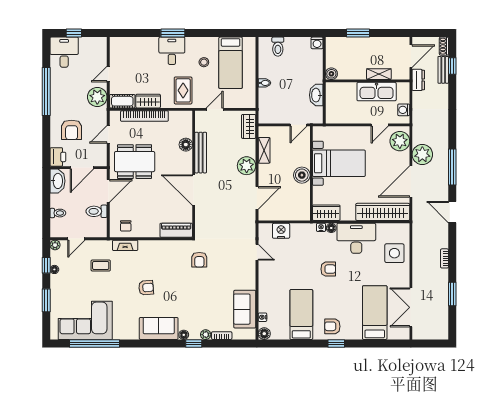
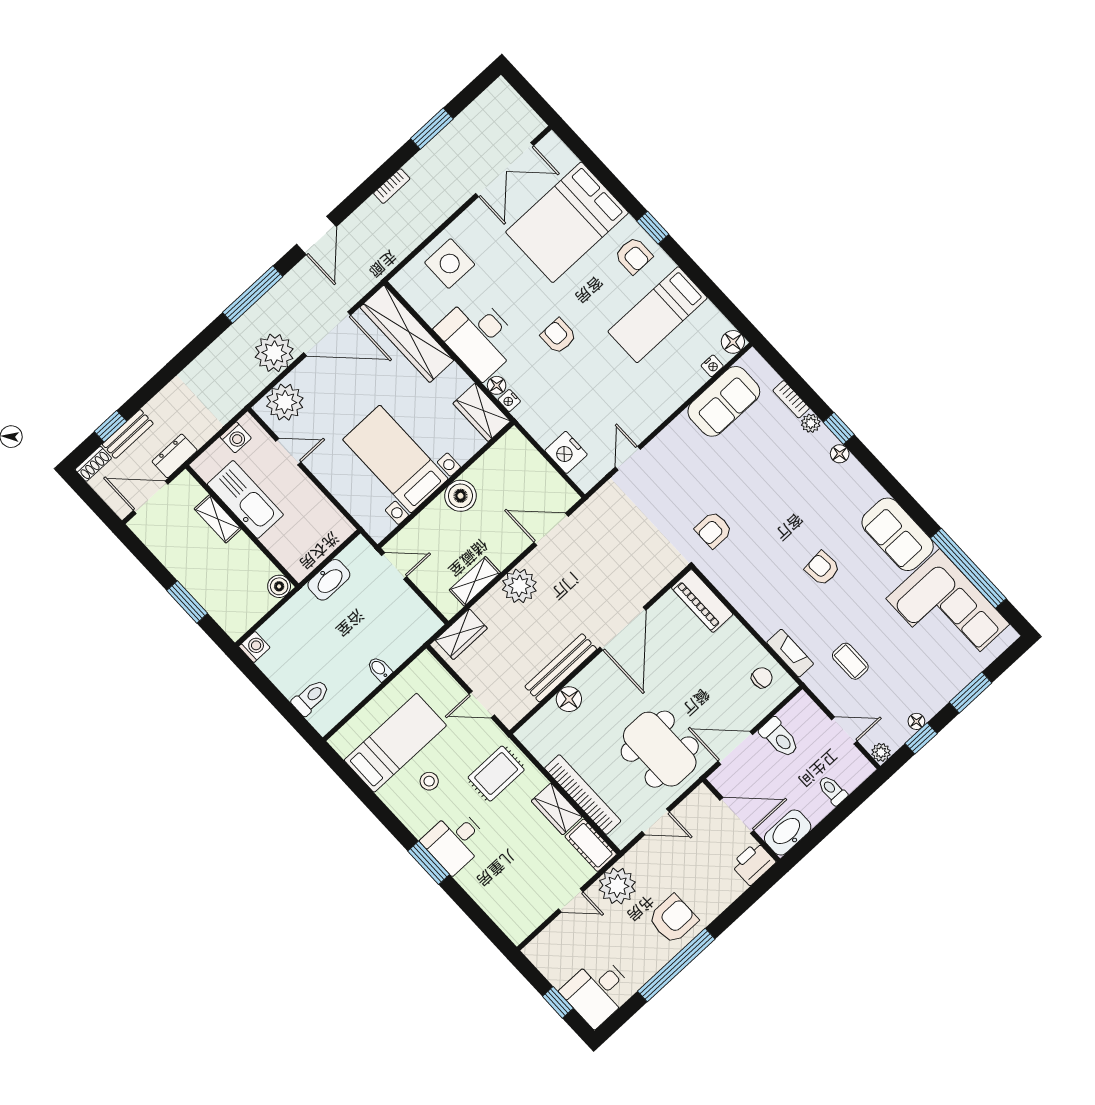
armchair: (72, 130) -> (673, 919), moved
armchair: (199, 260) -> (713, 530), turned 180
bed: (375, 313) -> (567, 222), width x1.50
sofa: (159, 328) -> (898, 534), moved

